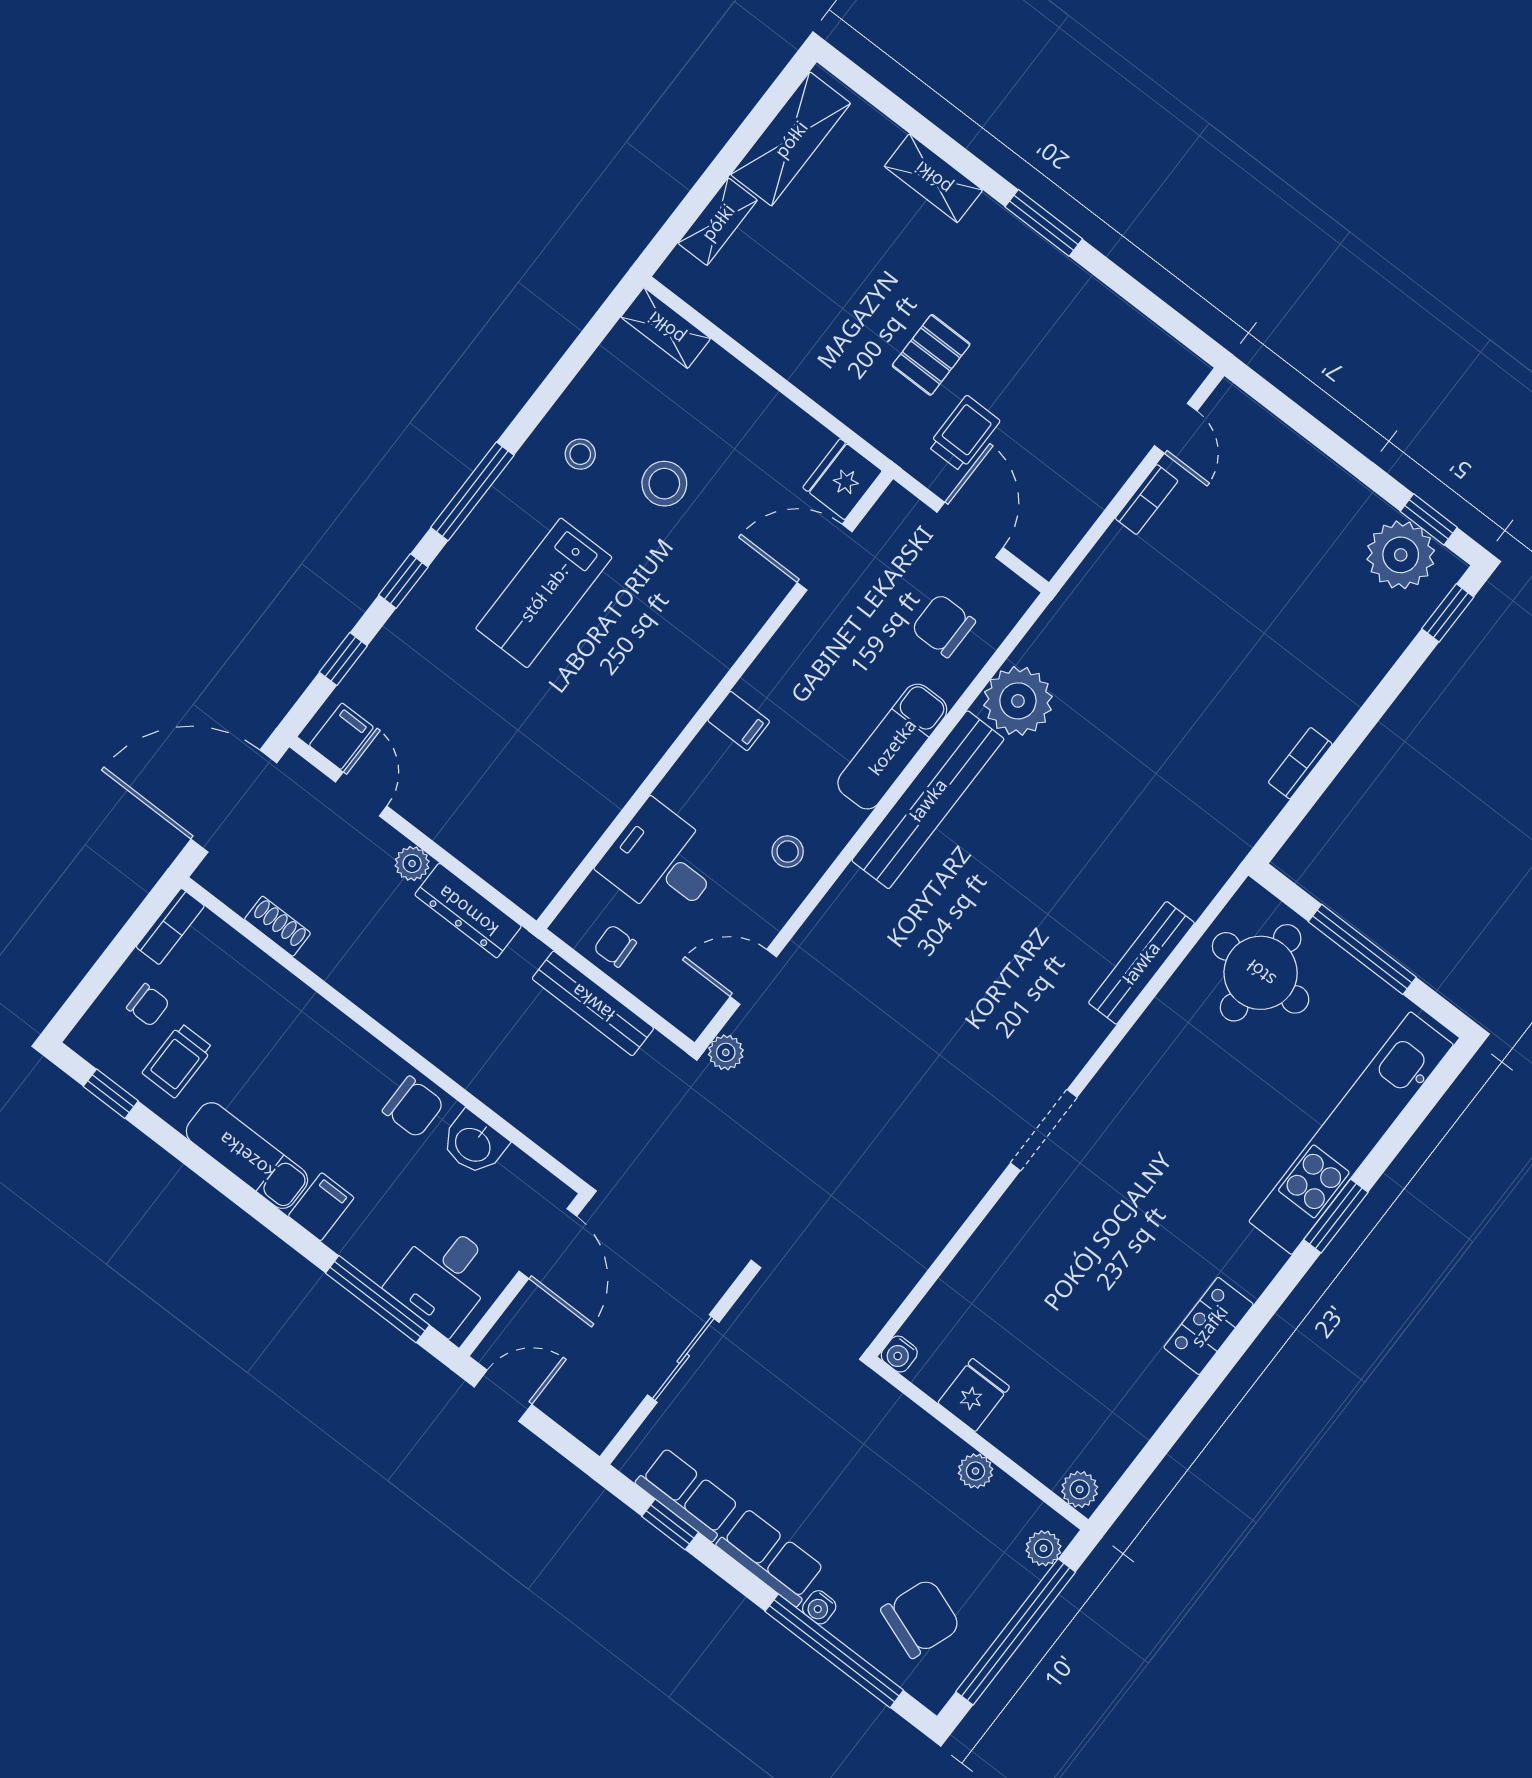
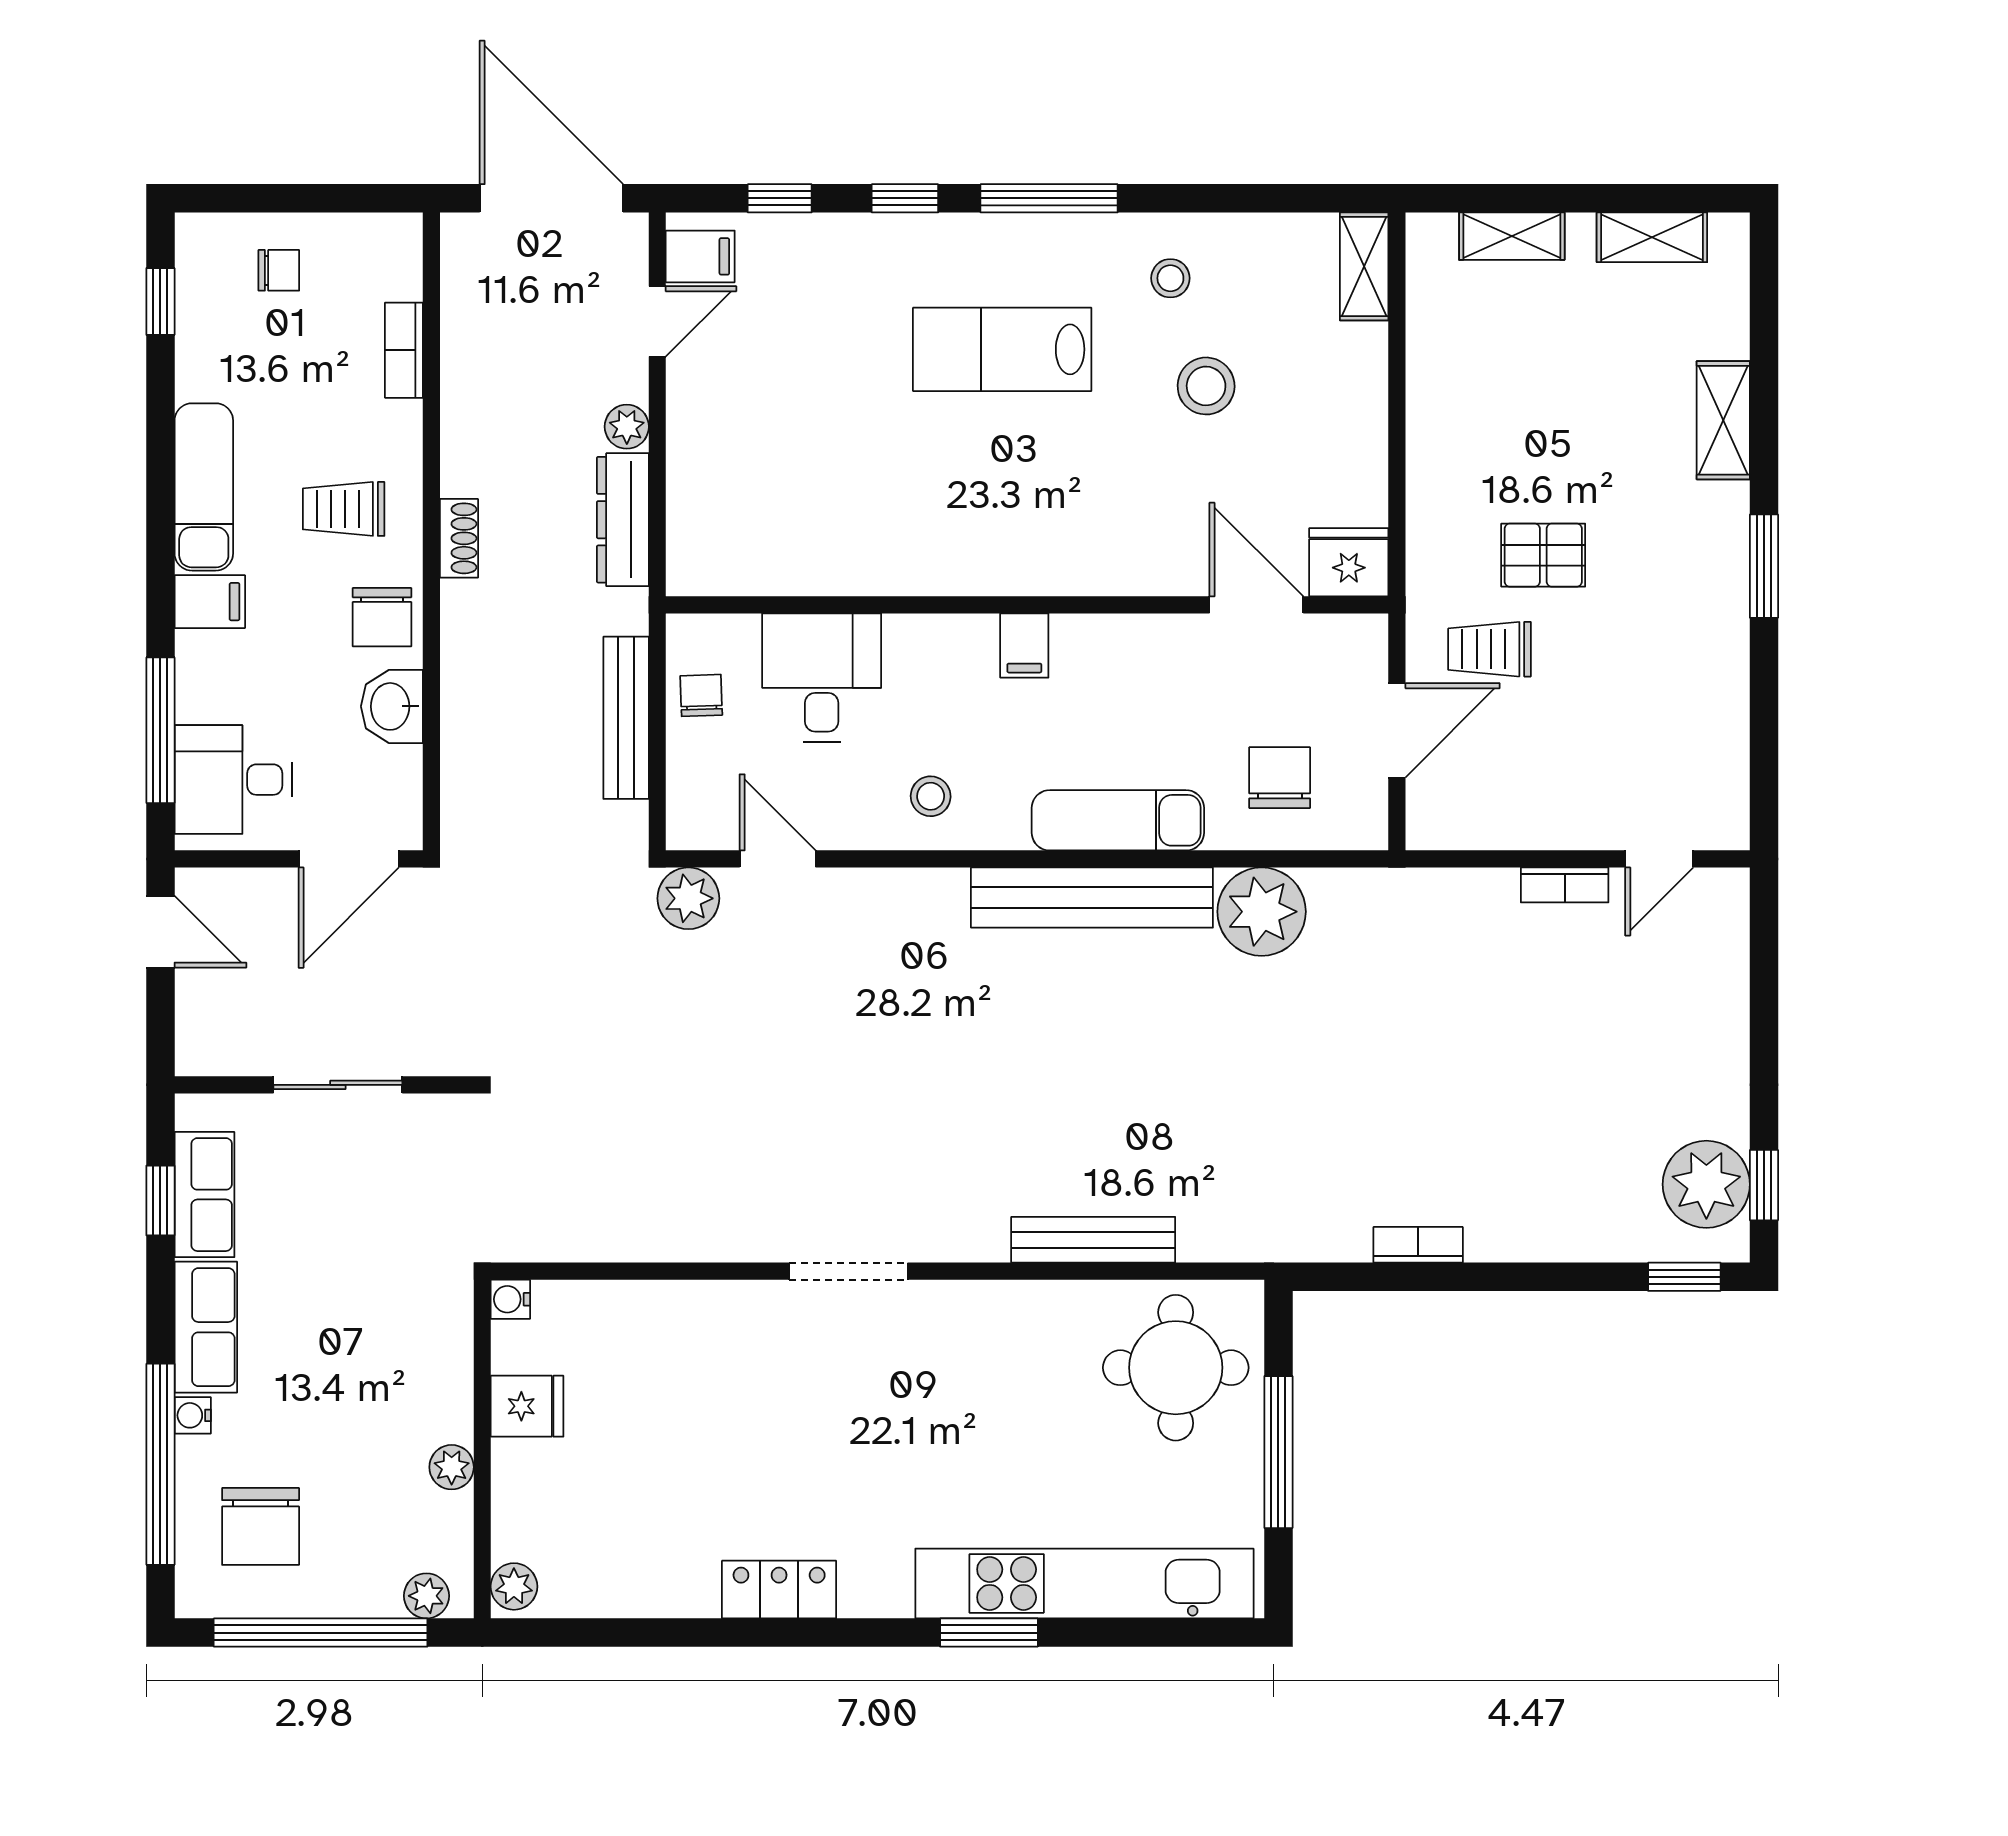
shelving: (791, 139) -> (1652, 237), width x0.67, depth x0.75
trolley: (964, 433) -> (1490, 649), turned 180
bookcase: (170, 926) -> (404, 350), moved, turned 90
shoe rack: (278, 926) -> (459, 538), moved
chair: (148, 1005) -> (279, 270), turned -90
plant: (726, 1052) -> (688, 898), width x1.38, depth x1.38
trolley: (178, 1060) -> (344, 509), moved
chair: (921, 1618) -> (261, 1526), turned 70

